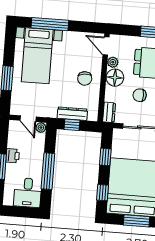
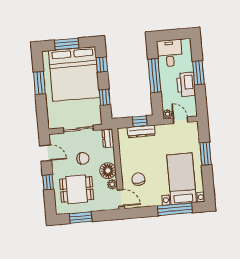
chair: (85, 78) -> (138, 179), moved
printer: (13, 156) -> (186, 85), width x1.87, depth x1.48

